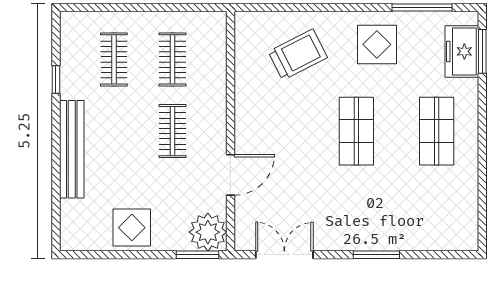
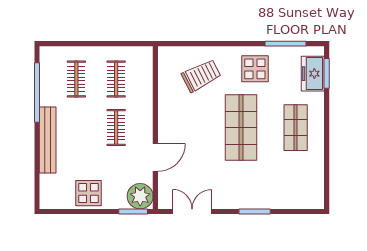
window: (56, 79) -> (37, 93), width x3.17
shop shelf: (356, 131) -> (241, 128), width x1.43, depth x1.36

